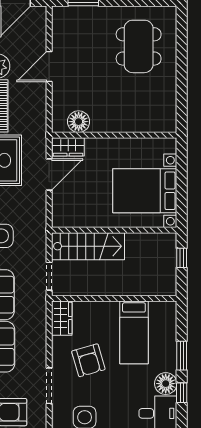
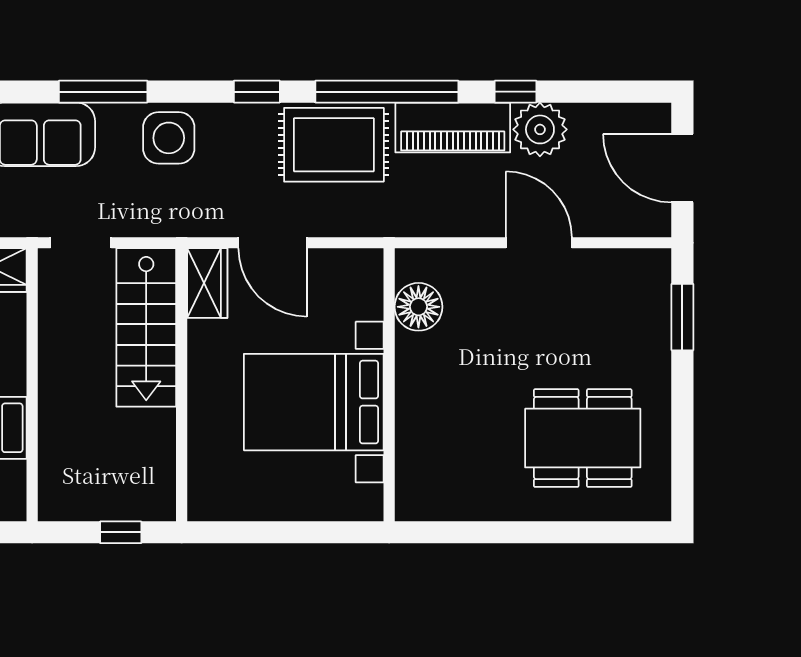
wardrobe: (68, 147) -> (207, 283), moved, turned 180
door: (49, 175) -> (273, 243), moved
bed with nightstands: (145, 191) -> (314, 402), moved, turned -90

